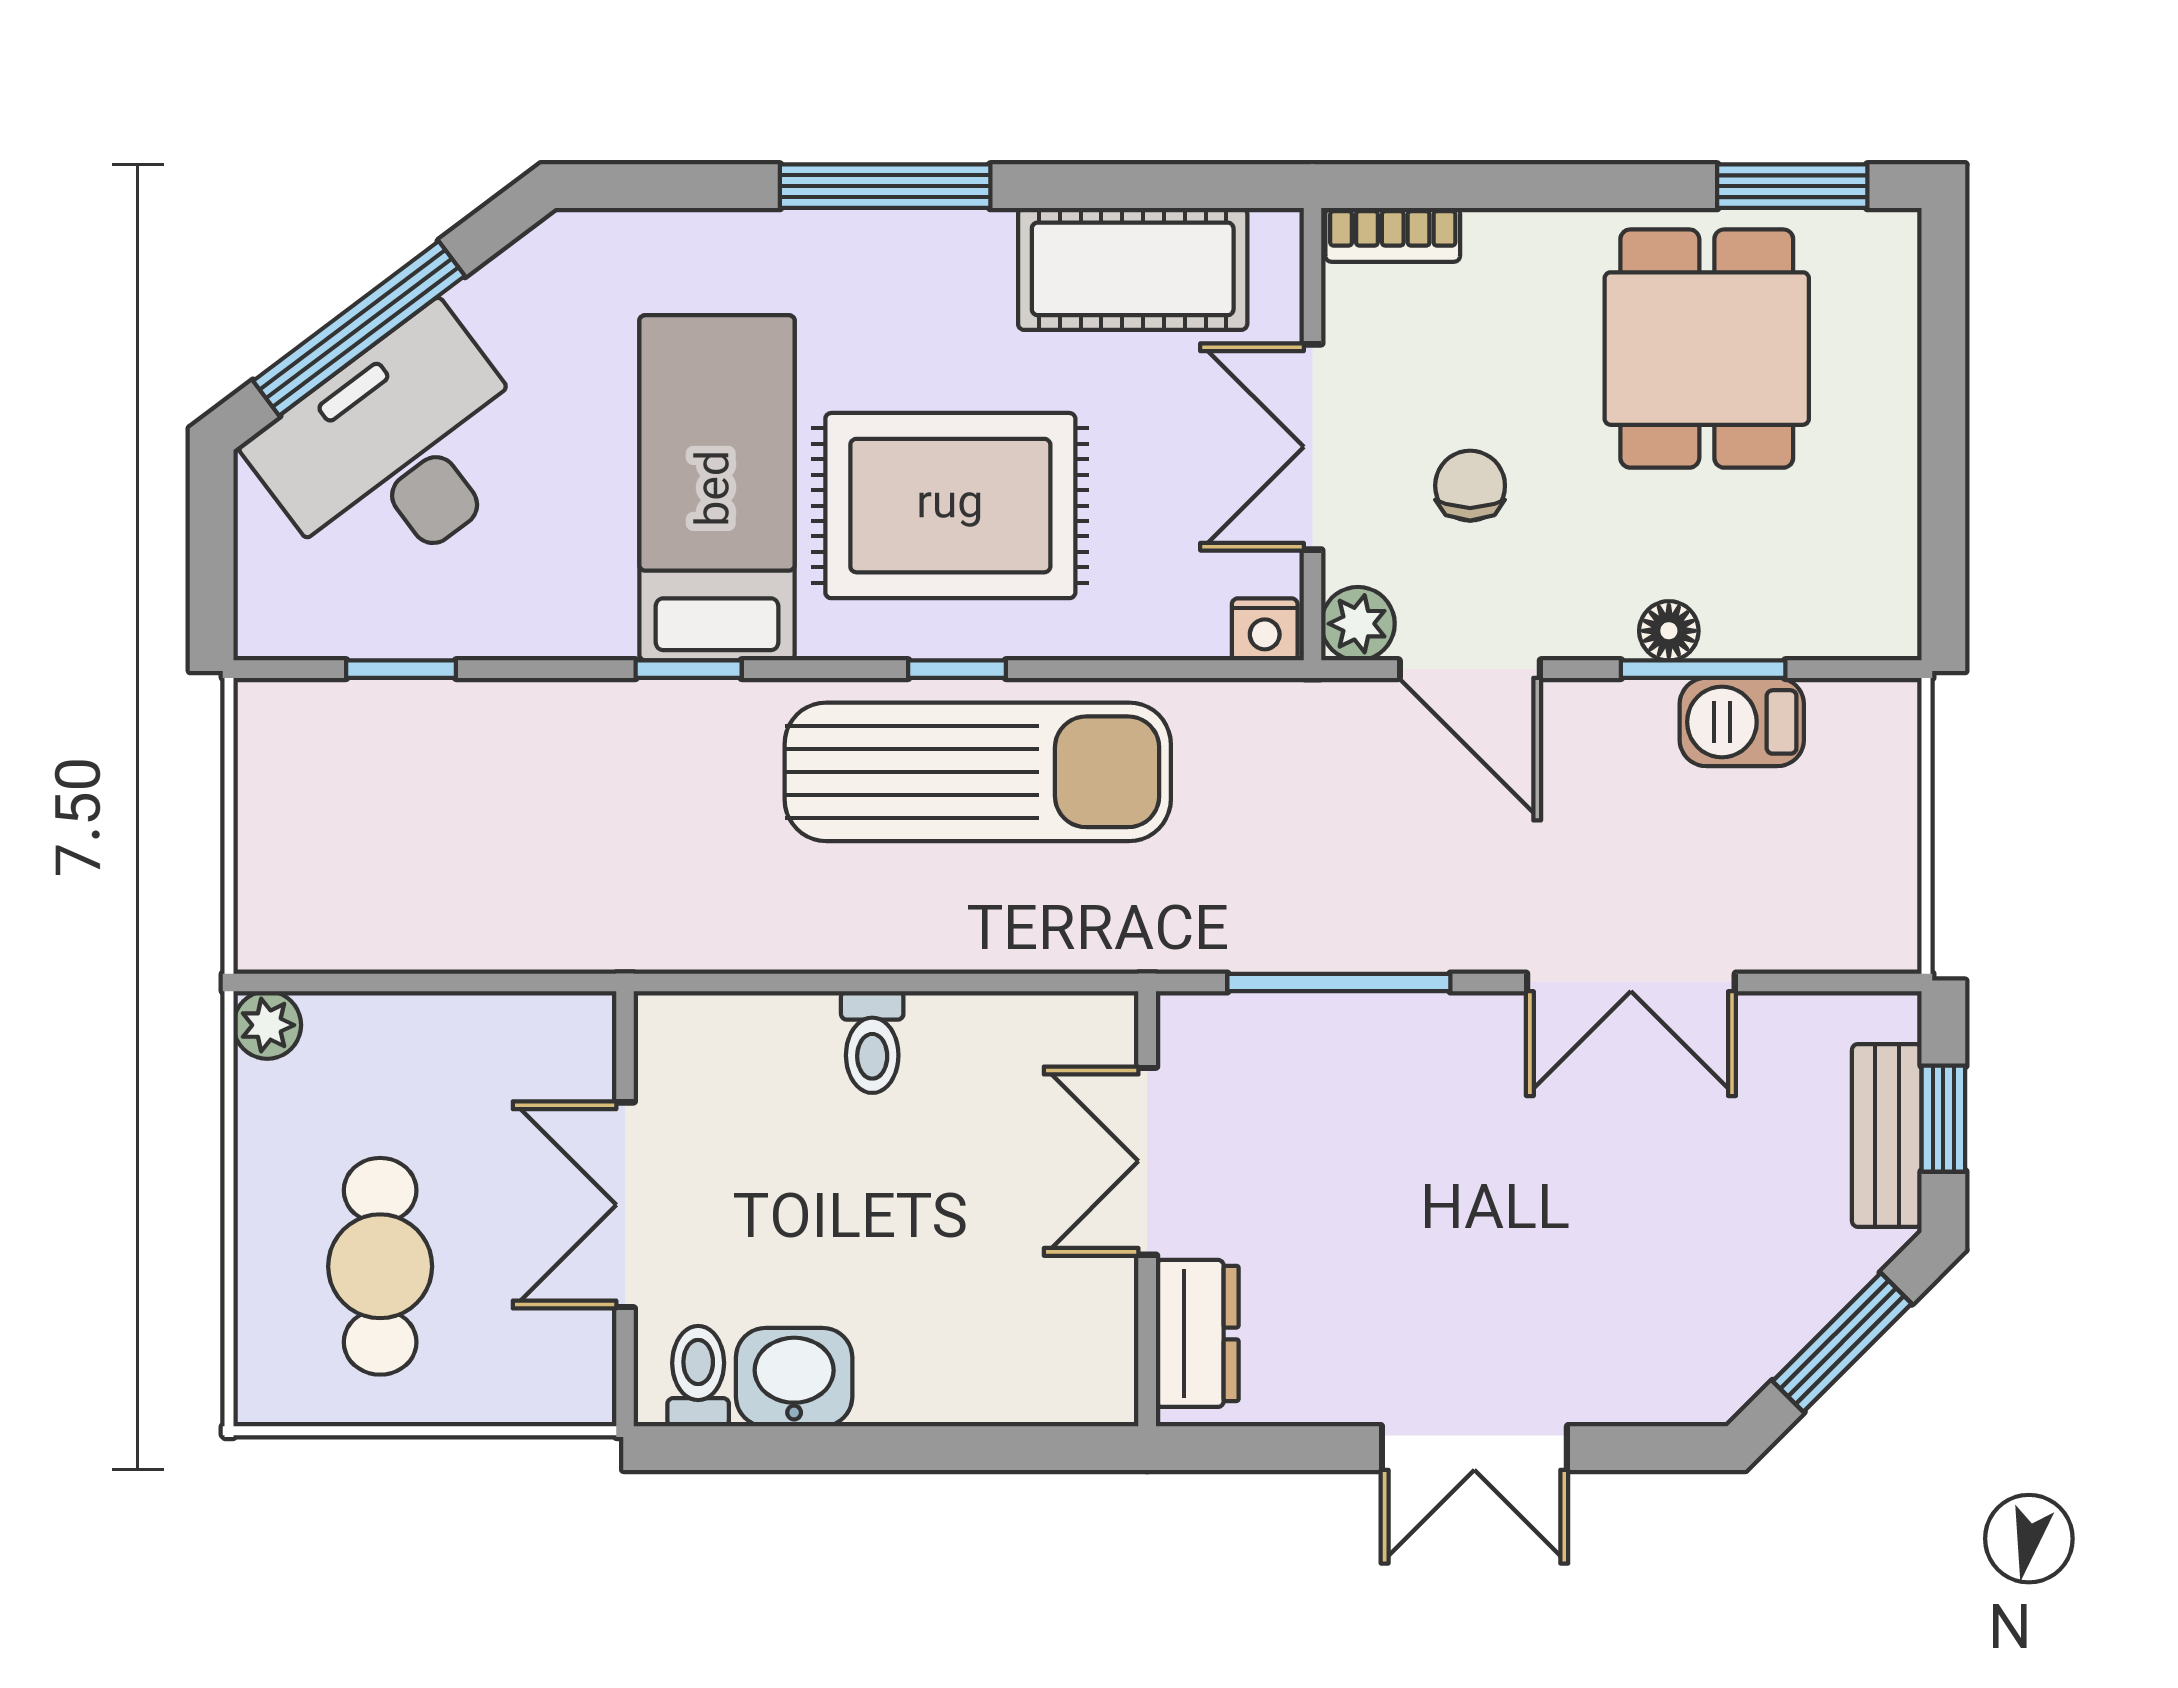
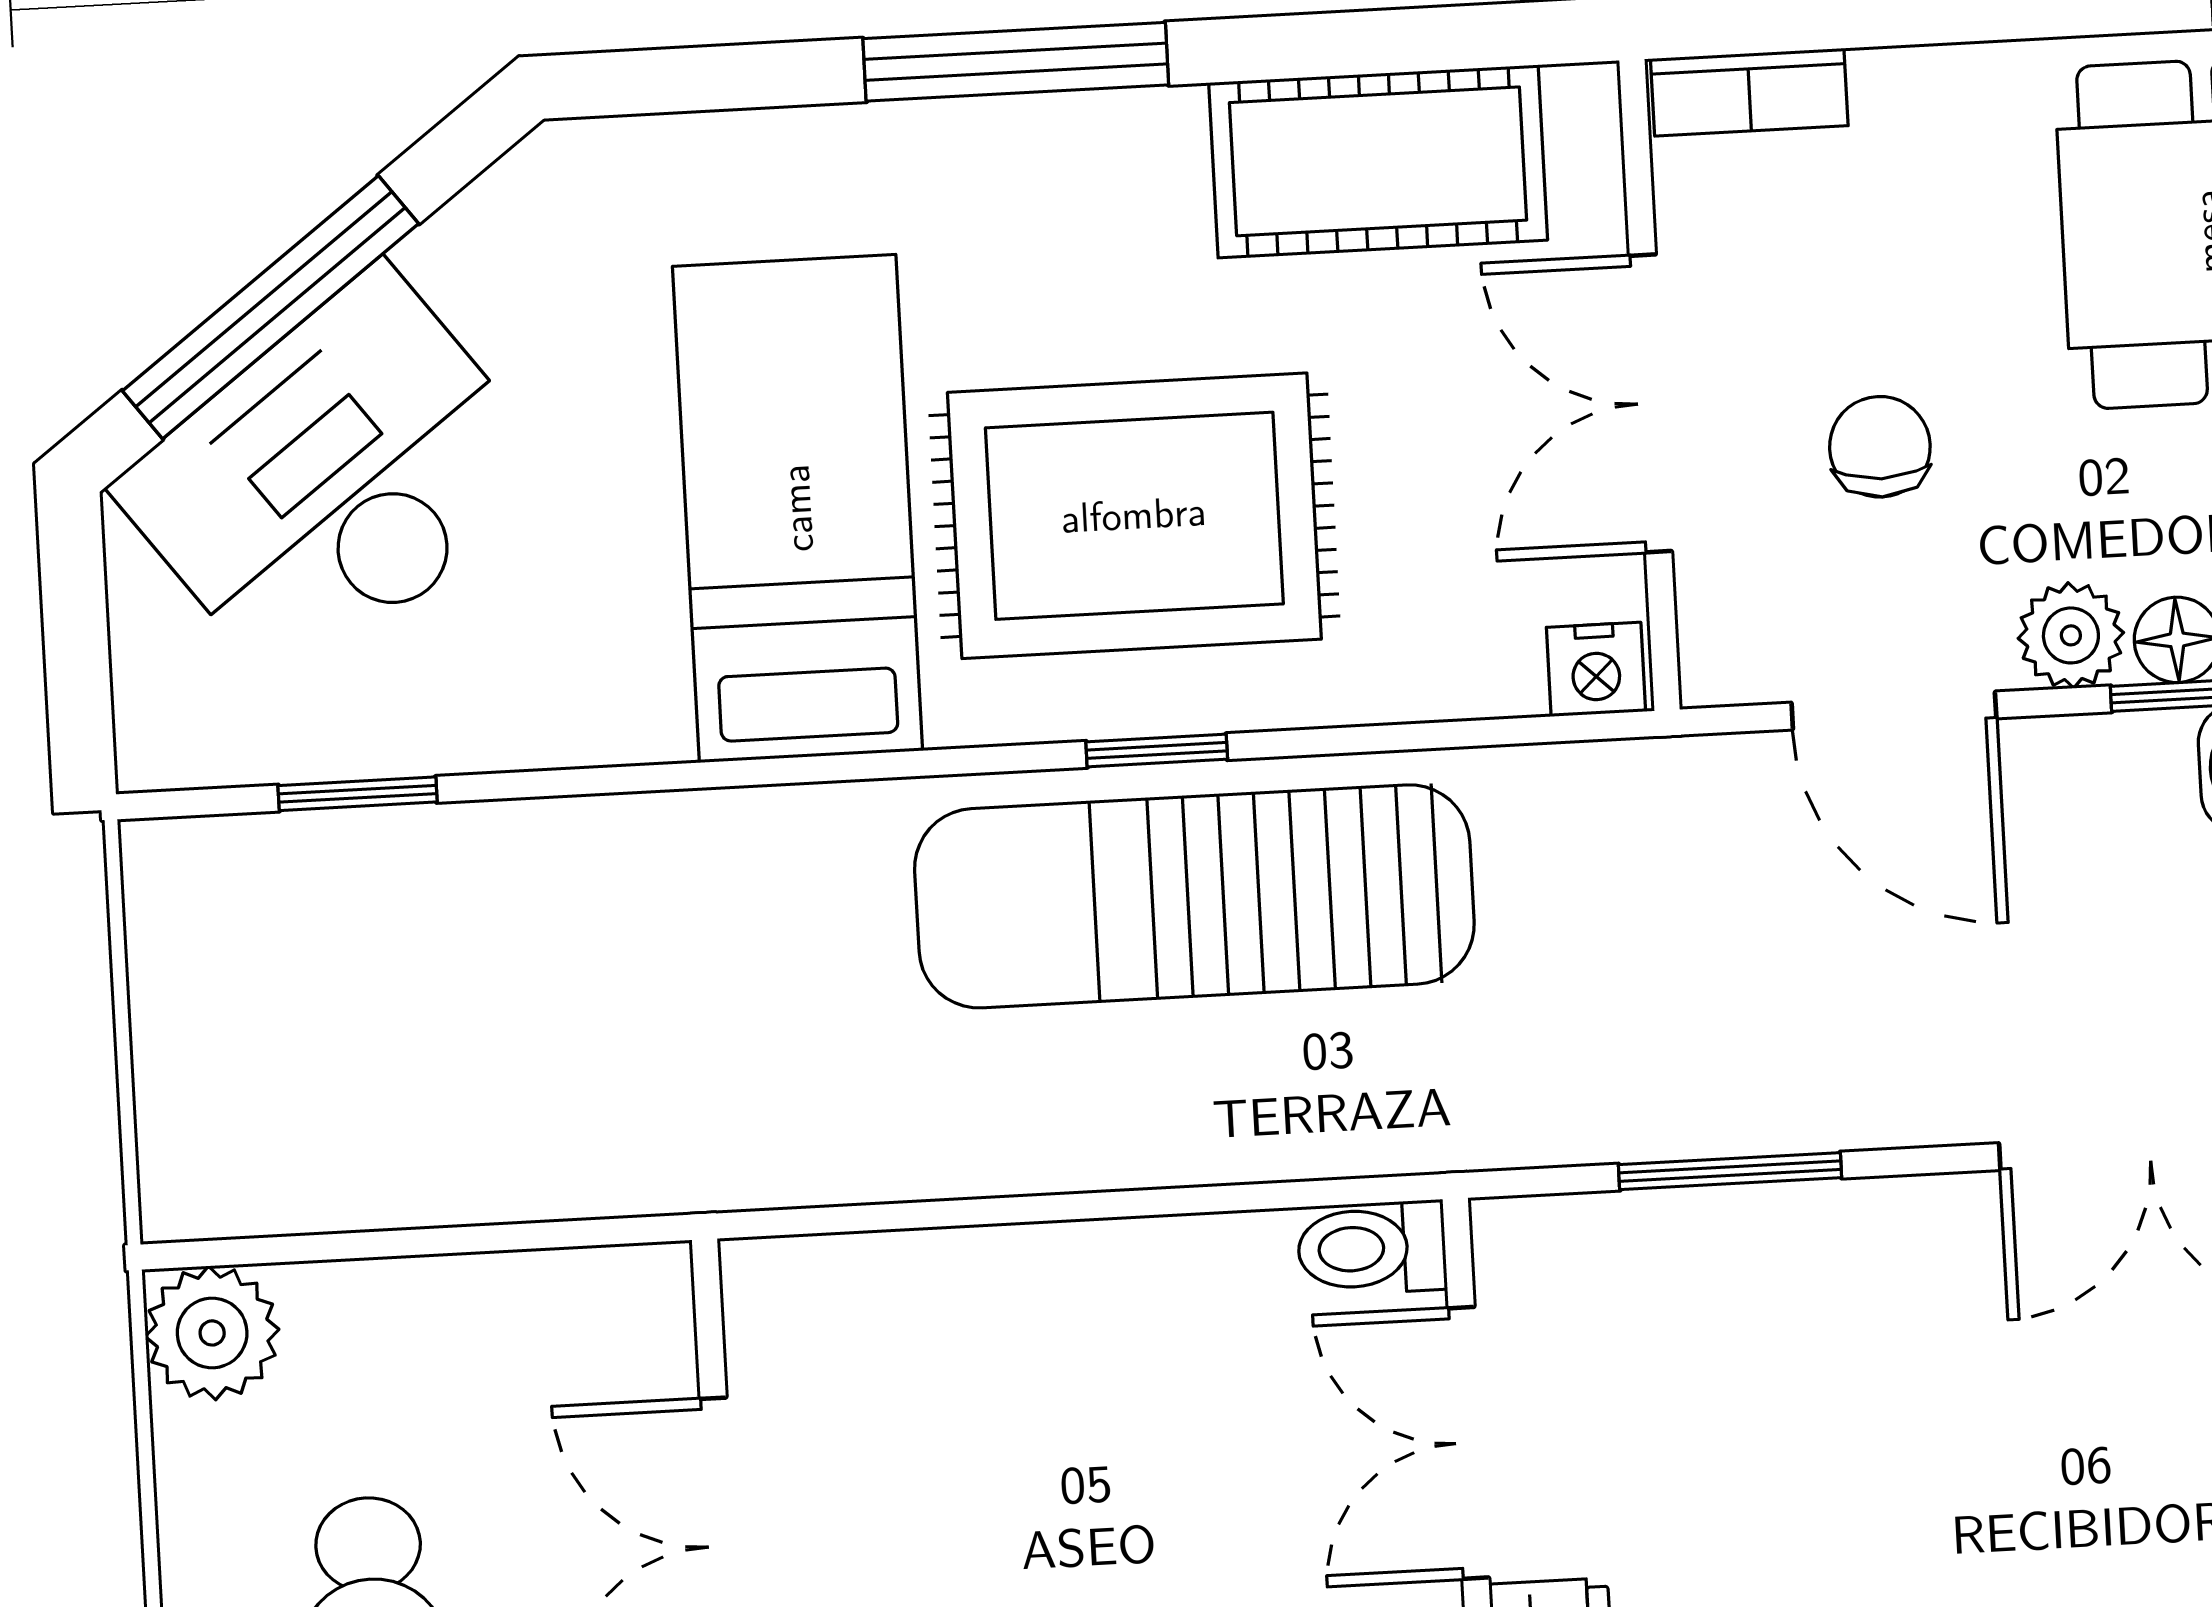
plant: (1358, 624) -> (2071, 635), moved
window: (689, 669) -> (771, 771), removed
sun lounger: (978, 772) -> (1194, 896), turned 180
window: (1339, 982) -> (1730, 1171), width x0.69
plant: (267, 1025) -> (212, 1333), width x1.38, depth x1.38
toilet: (872, 1042) -> (1372, 1248), moved, turned 90

